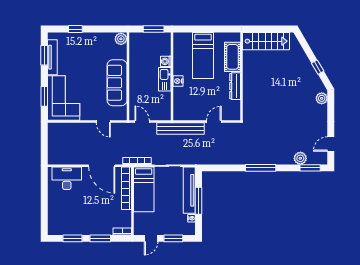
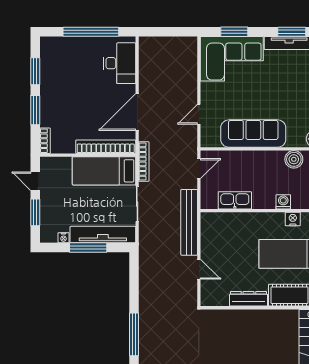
boiler: (135, 54) -> (294, 159), added
kitchen sink: (165, 79) -> (235, 200), moved
nightstand: (178, 81) -> (293, 219), moved
window: (44, 199) -> (91, 32), added

